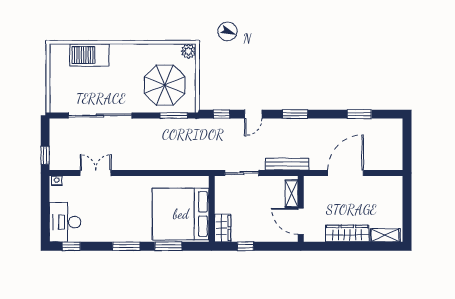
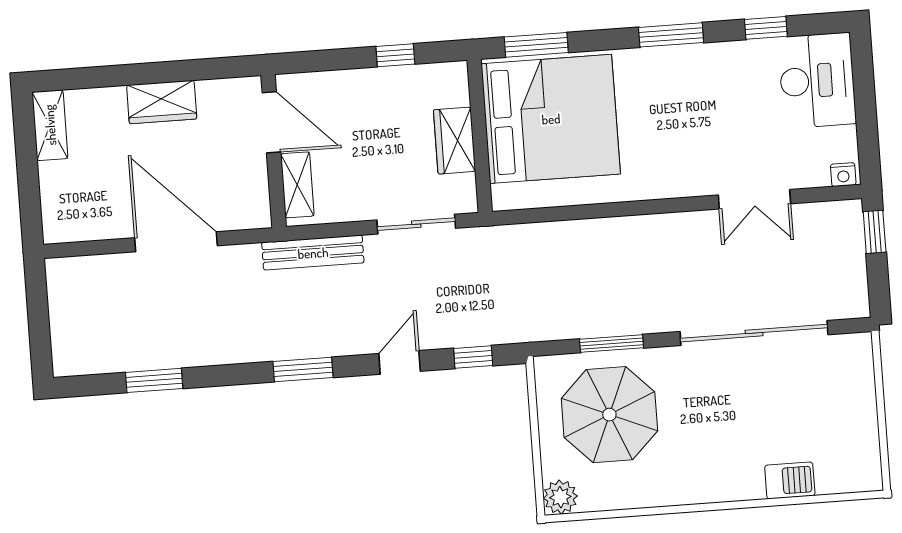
barbecue: (89, 55) -> (790, 480), width x0.53, depth x0.65
window: (174, 116) -> (612, 344), moved
door: (346, 173) -> (176, 242), swing flipped
wardrobe: (223, 228) -> (455, 141), moved
wardrobe: (347, 234) -> (162, 102), width x0.67
shelving: (385, 235) -> (50, 125), moved, turned 90
window: (71, 246) -> (766, 28), moved
window: (168, 246) -> (536, 45), moved

